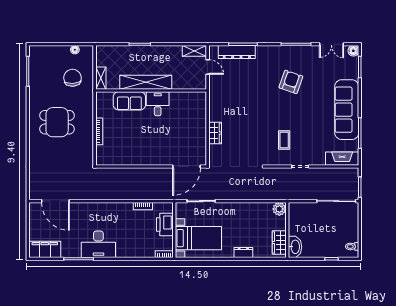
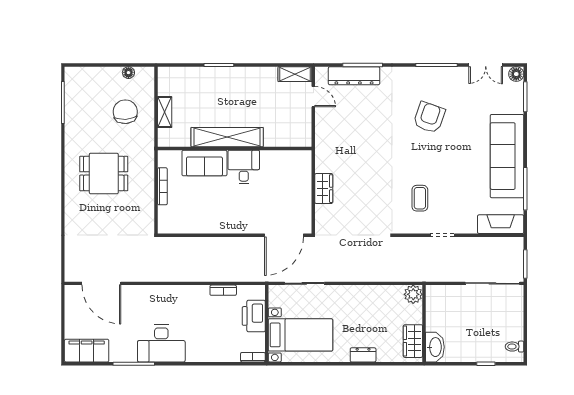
shelving: (146, 82) -> (227, 137), moved
wall: (151, 90) -> (235, 149), moved
sofa: (129, 101) -> (204, 163), moved
desk: (158, 104) -> (244, 167), moved

